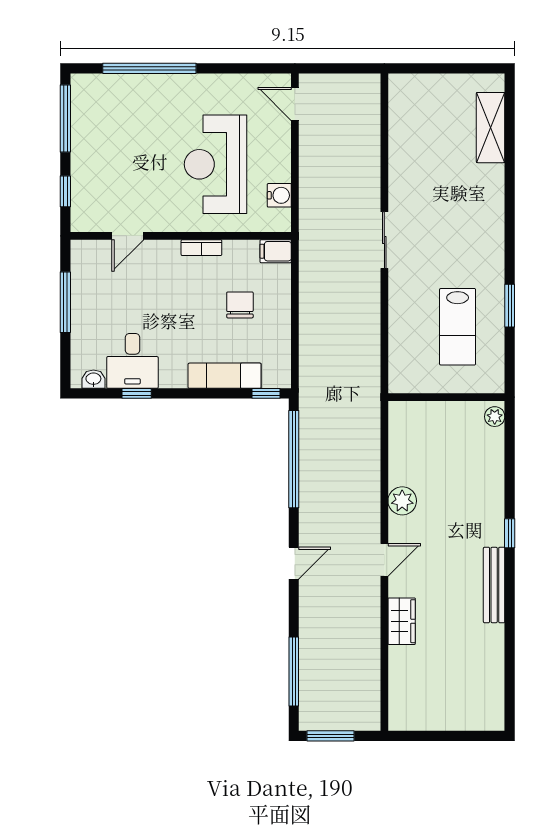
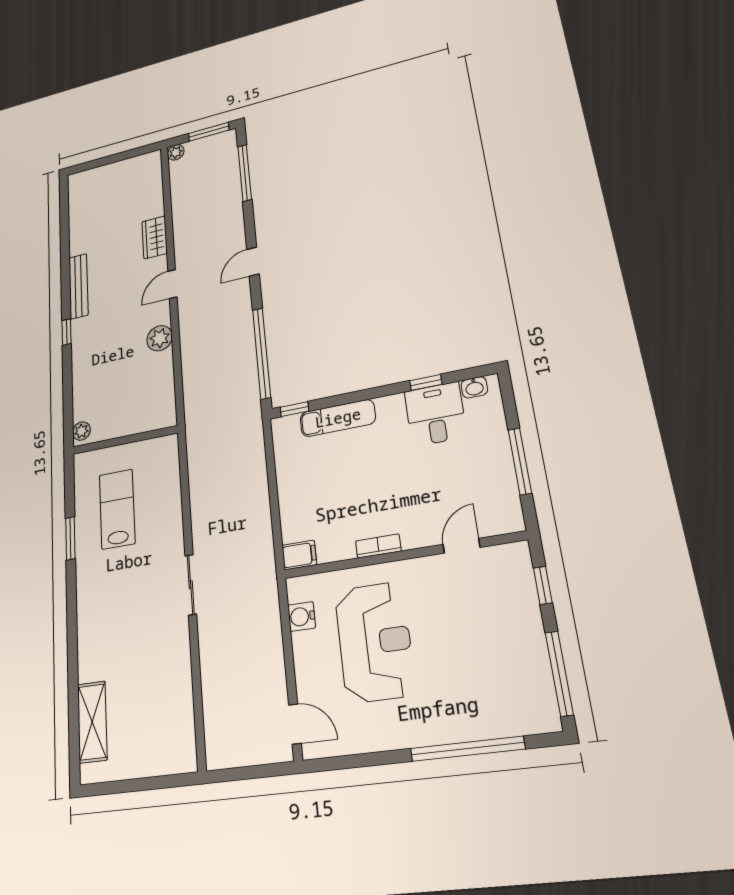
chair: (240, 305) -> (330, 492), removed
plant: (371, 721) -> (176, 152), added

